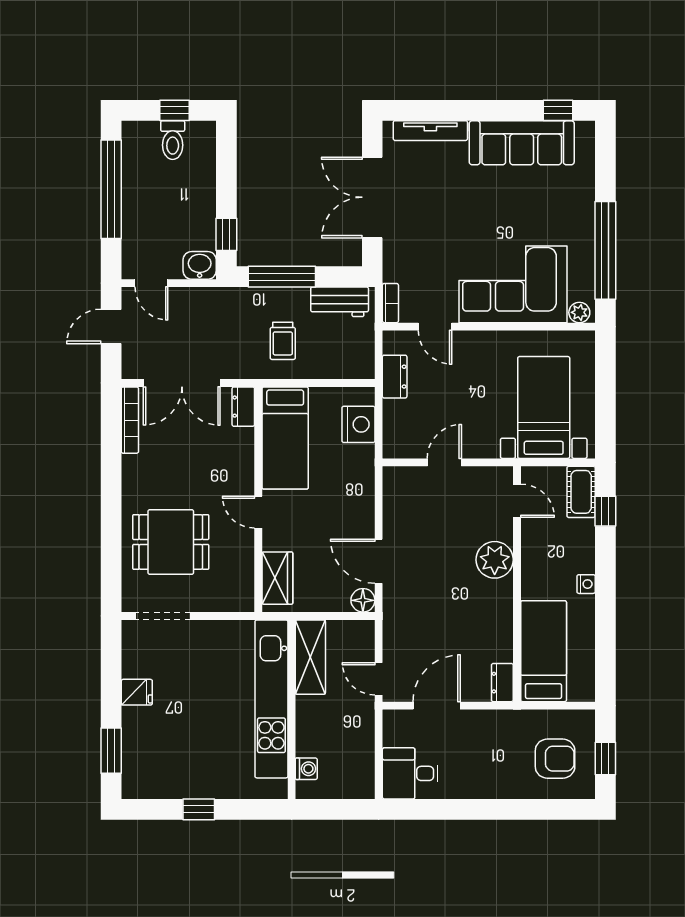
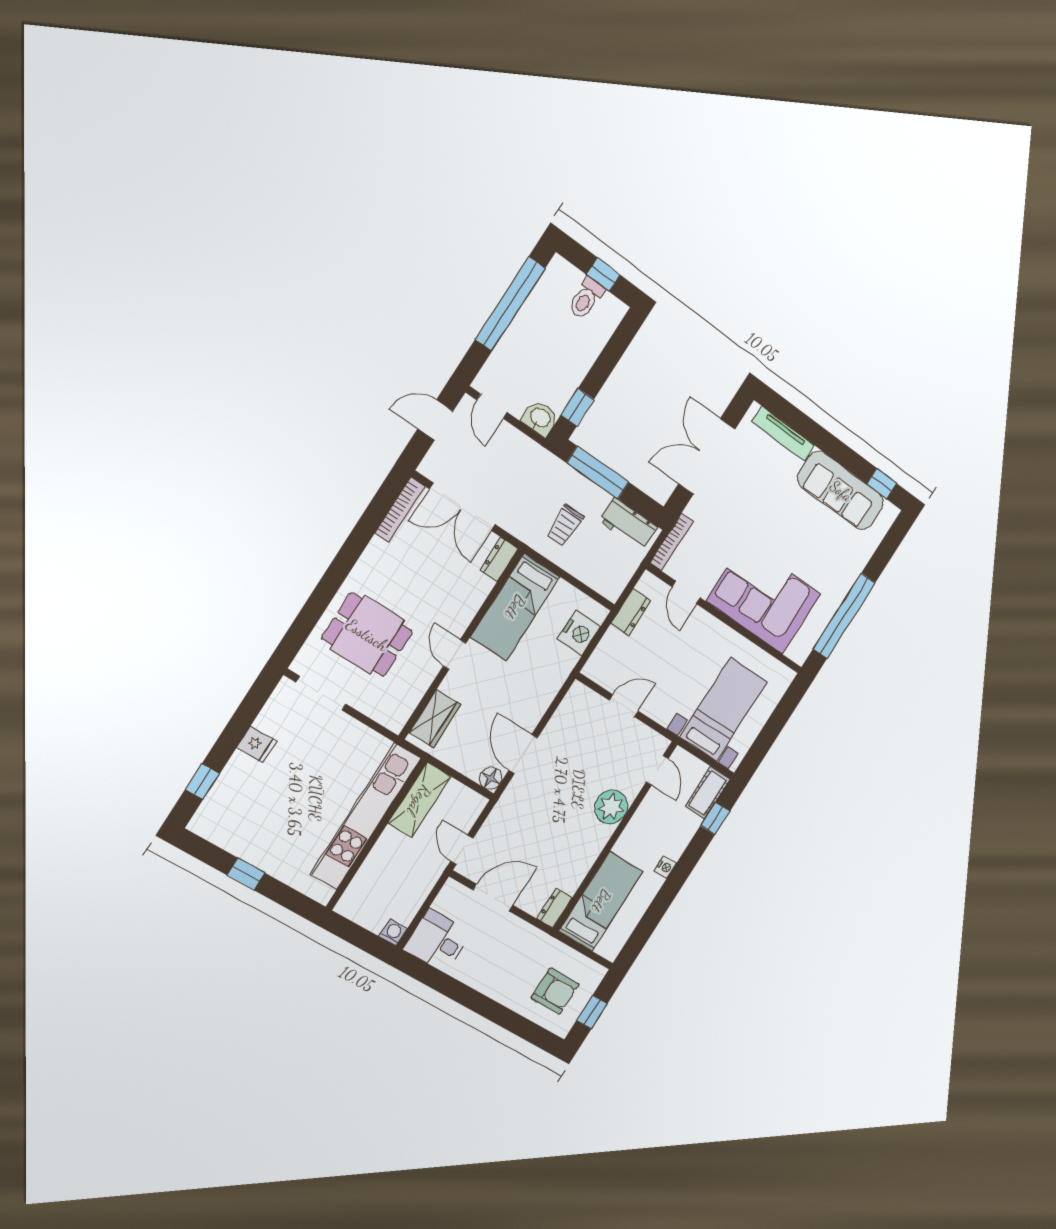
bookcase: (390, 303) -> (671, 542), width x1.56
plant: (579, 312) -> (796, 652), removed
window: (111, 751) -> (202, 782), width x0.67
washing machine: (306, 769) -> (393, 932), moved, turned -90

